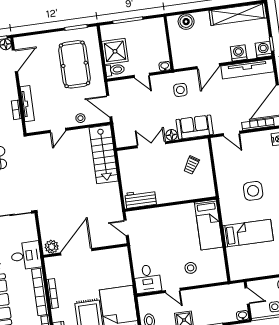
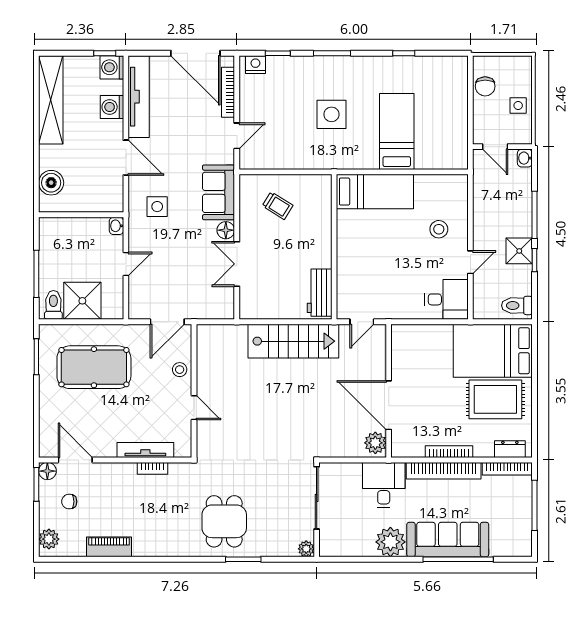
toilet: (115, 70) -> (53, 305), moved
stairs: (104, 154) -> (293, 341), moved
door: (247, 296) -> (495, 147), swing flipped

